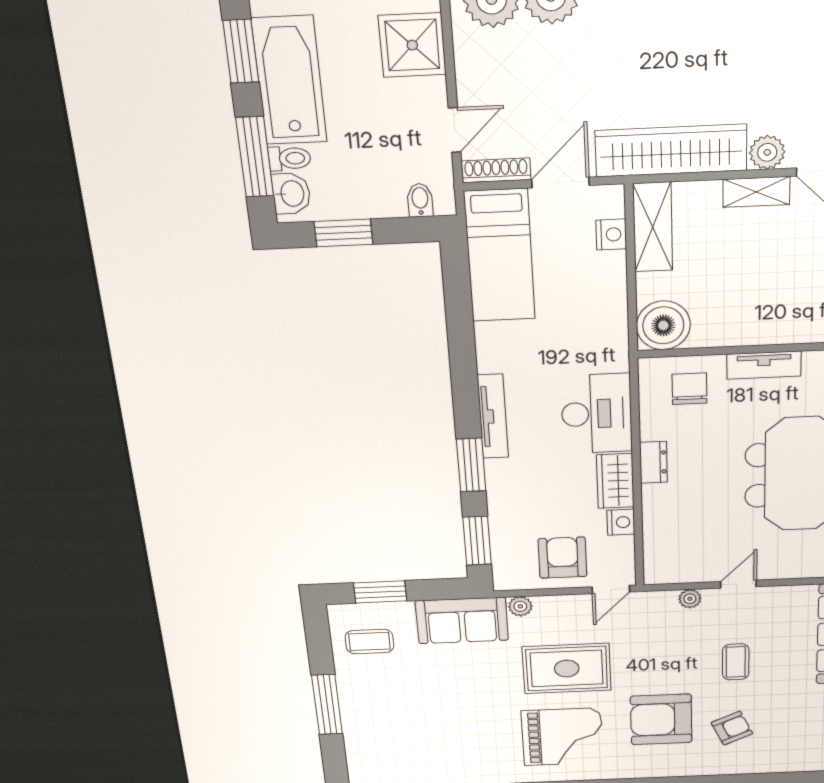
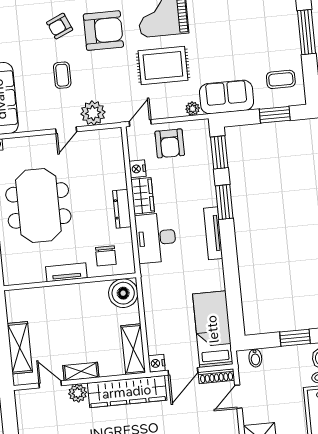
nightstand: (611, 234) -> (157, 363), moved
dresser: (653, 462) -> (122, 209), width x1.44
plant: (690, 599) -> (93, 113), width x1.87, depth x1.87

